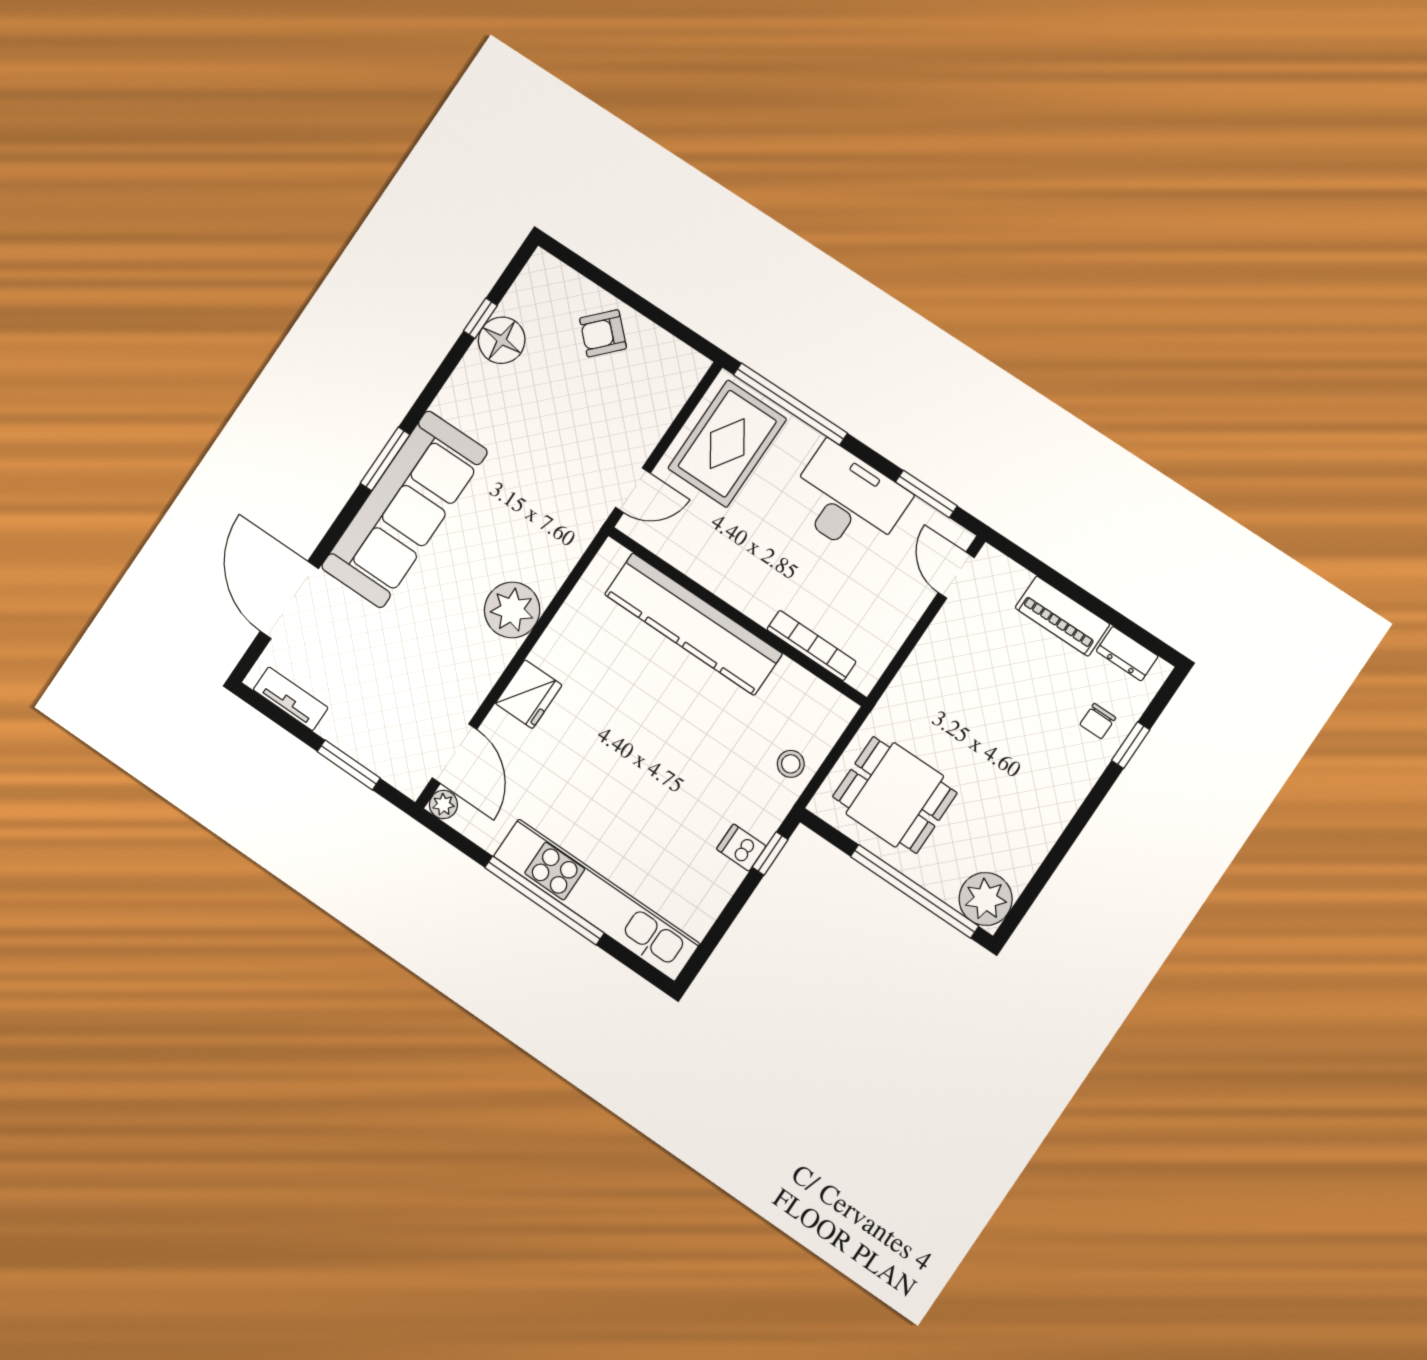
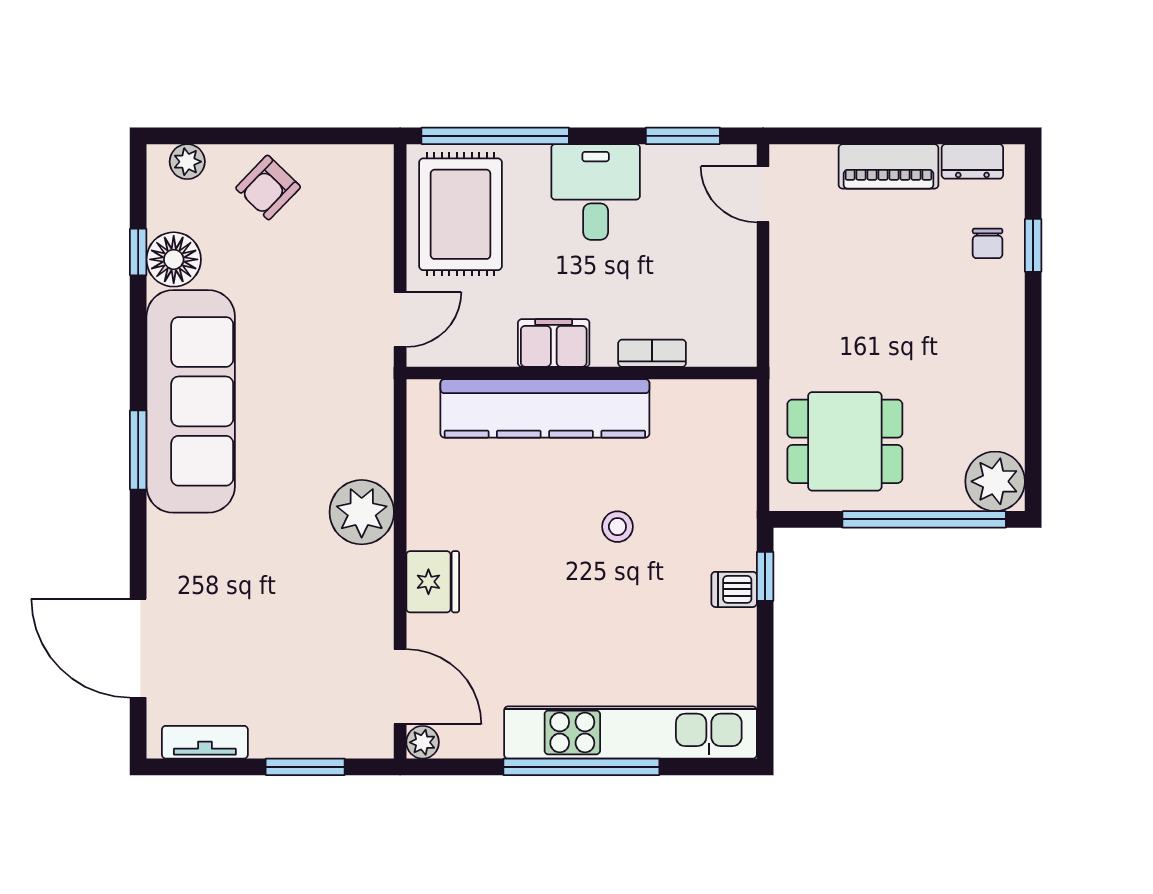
plant: (558, 277) -> (187, 162), added
desk: (847, 500) -> (596, 192), width x0.73
sofa: (404, 509) -> (191, 401), moved
filing cabinet: (732, 581) -> (554, 343), added
bookcase: (811, 645) -> (652, 353), width x0.64
stool: (791, 764) -> (617, 527), moved

